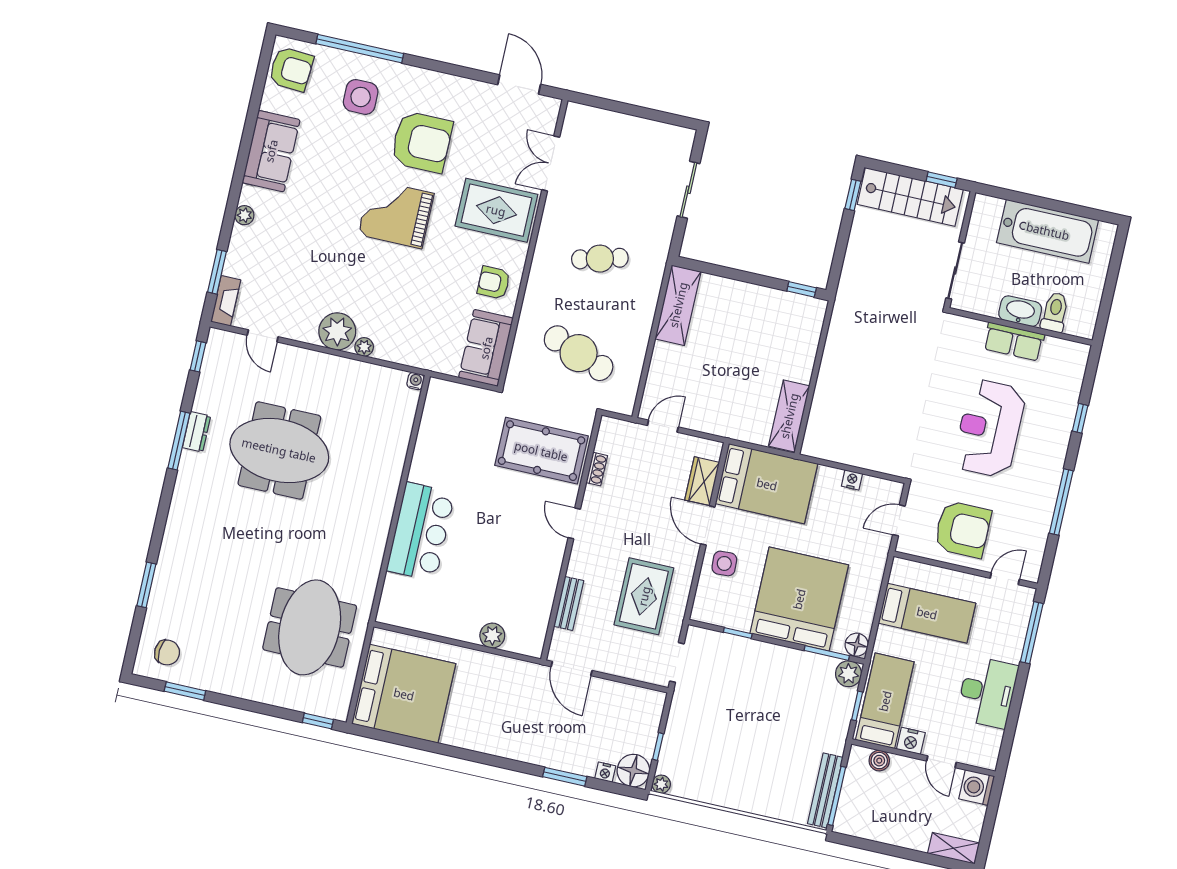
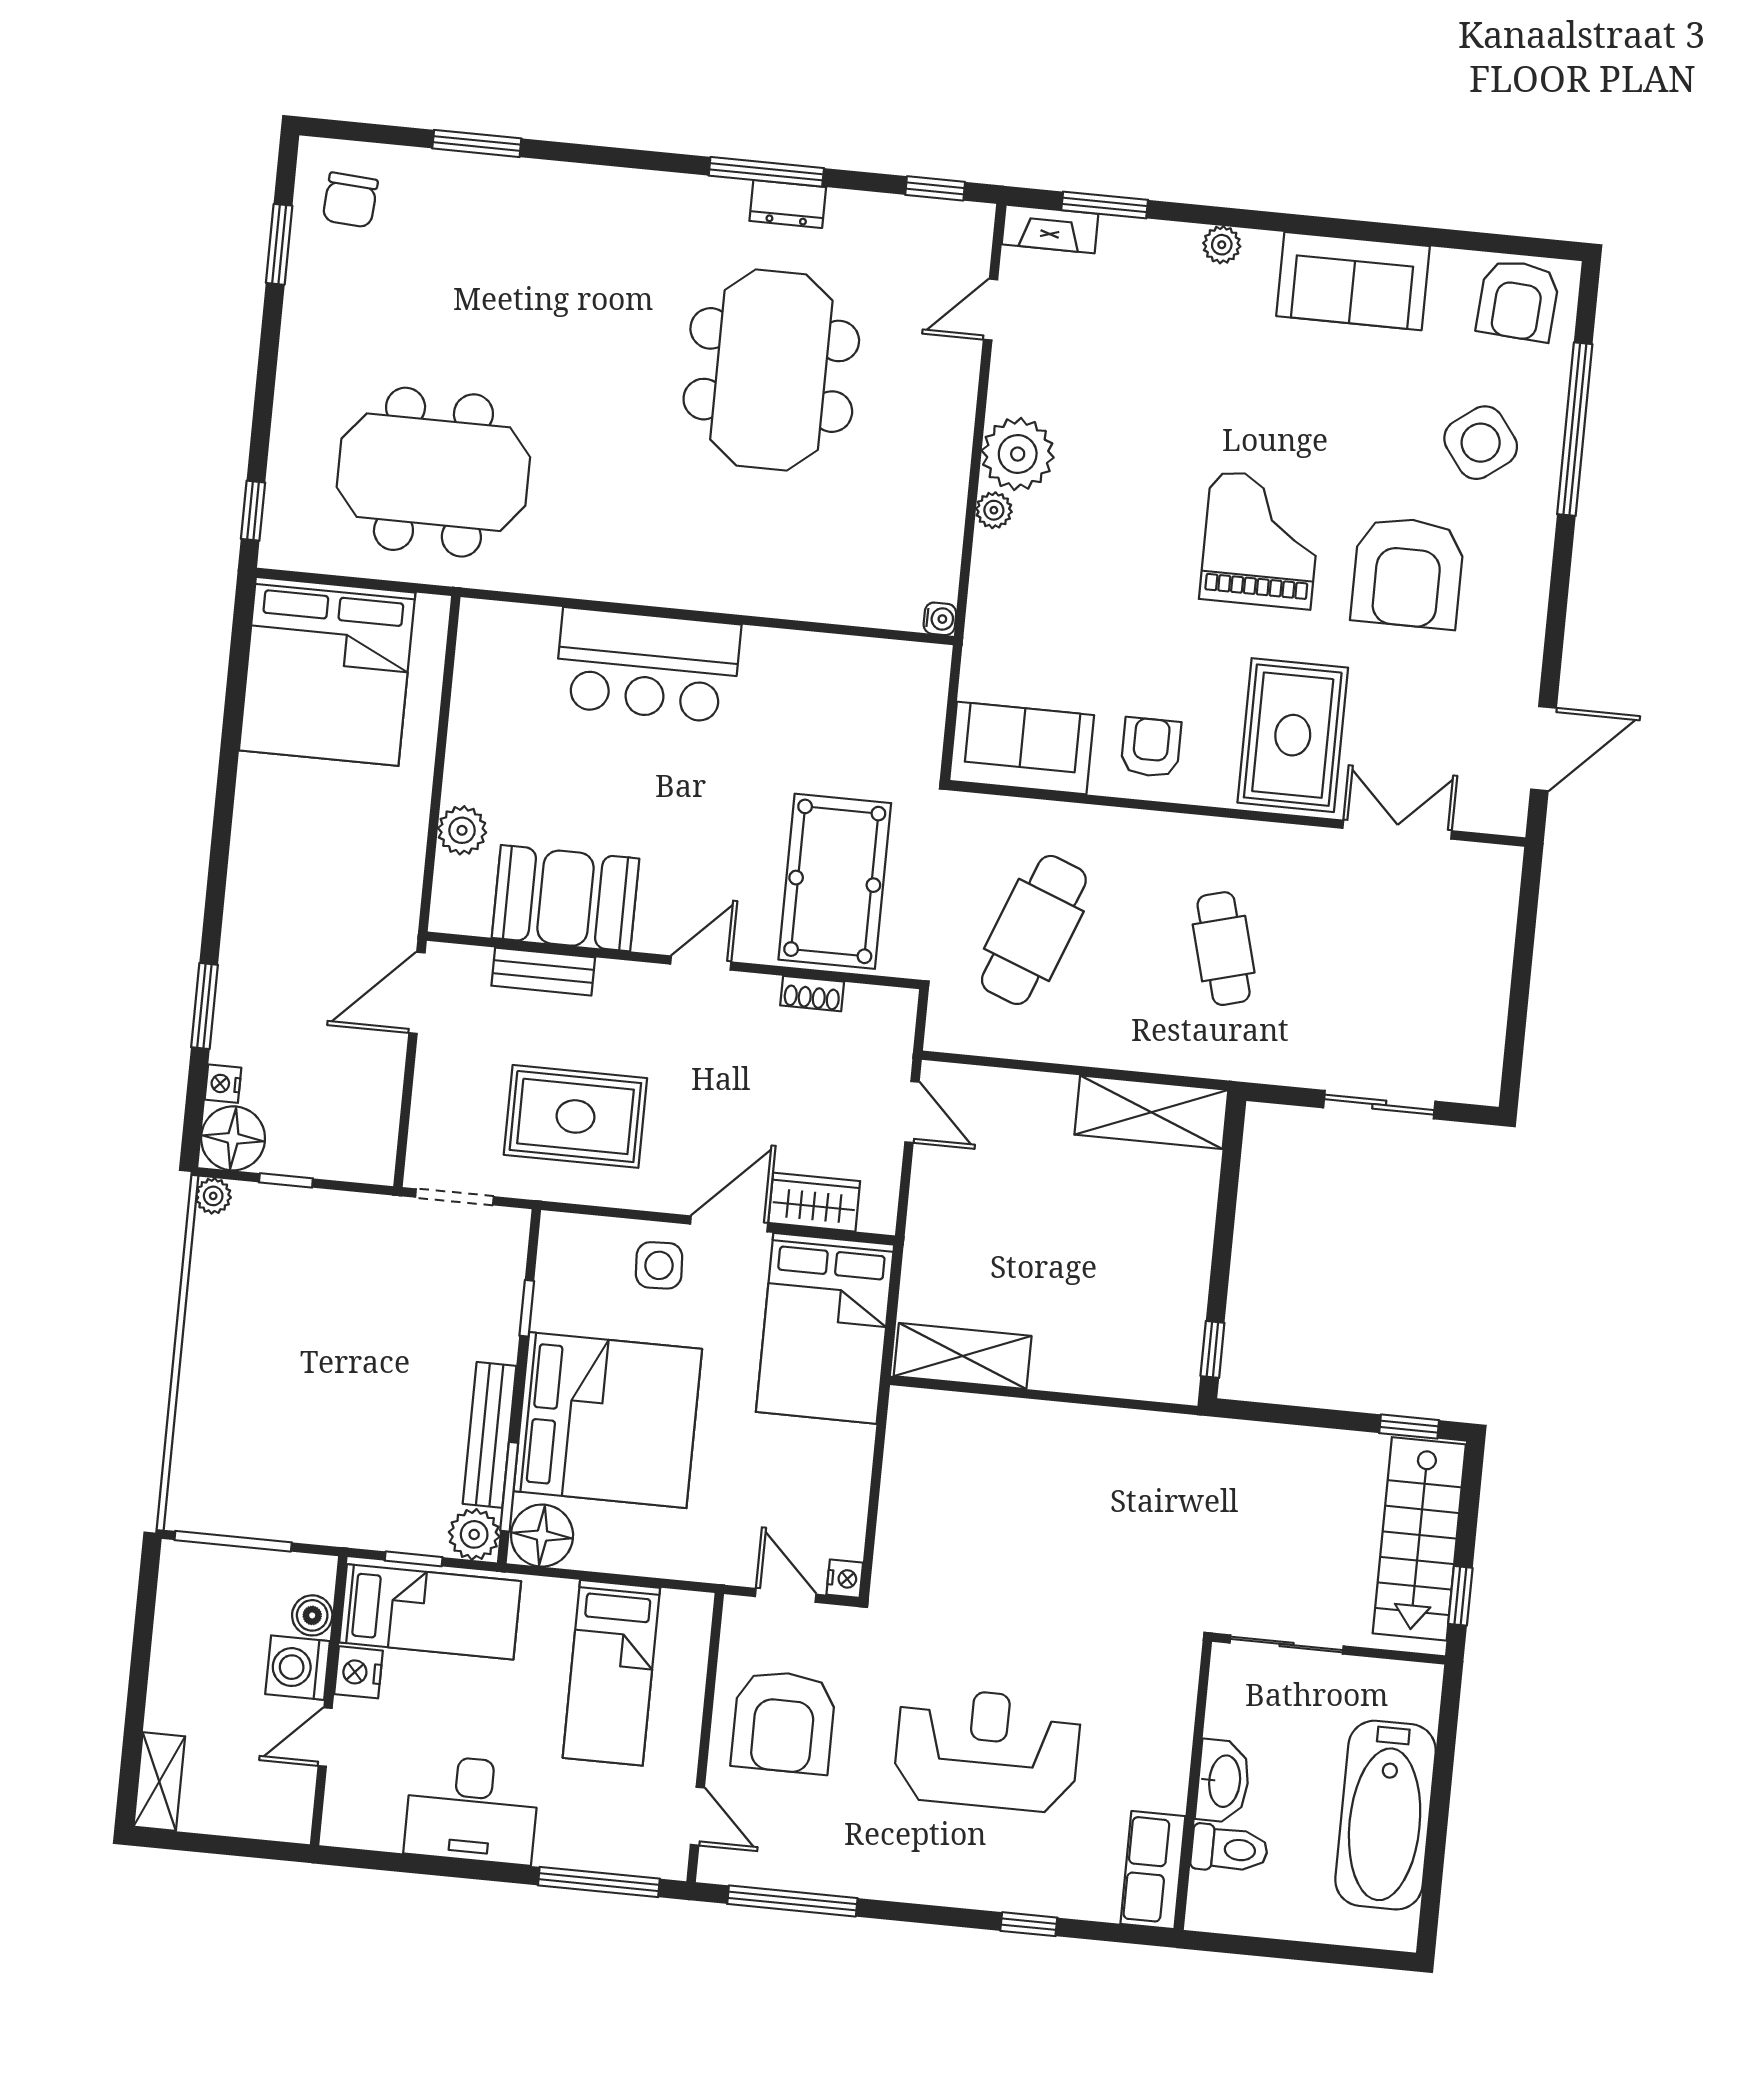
side table: (361, 97) -> (1481, 443), turned -37
row of seats: (1014, 342) -> (1153, 1870), moved
nightstand: (852, 480) -> (845, 1579), moved
window: (1061, 502) -> (792, 1901), moved
booth: (533, 588) -> (565, 898), added
floor lamp: (857, 645) -> (542, 1536), width x1.38, depth x1.38
washing machine: (977, 787) -> (298, 1668), moved, turned -90
bench: (825, 790) -> (490, 1435), moved, turned 90

